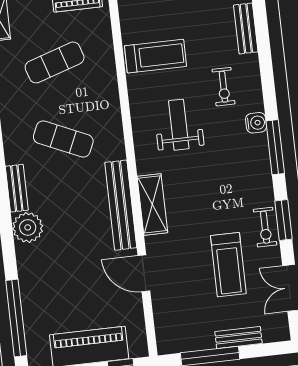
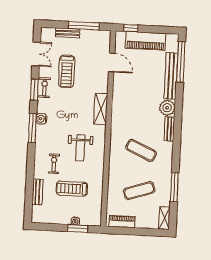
treadmill: (156, 56) -> (72, 189), moved
water cooler: (256, 123) -> (41, 119), moved
bench: (121, 205) -> (171, 76), moved
treadmill: (228, 265) -> (67, 71), turned 180
door: (144, 273) -> (112, 63), moved

